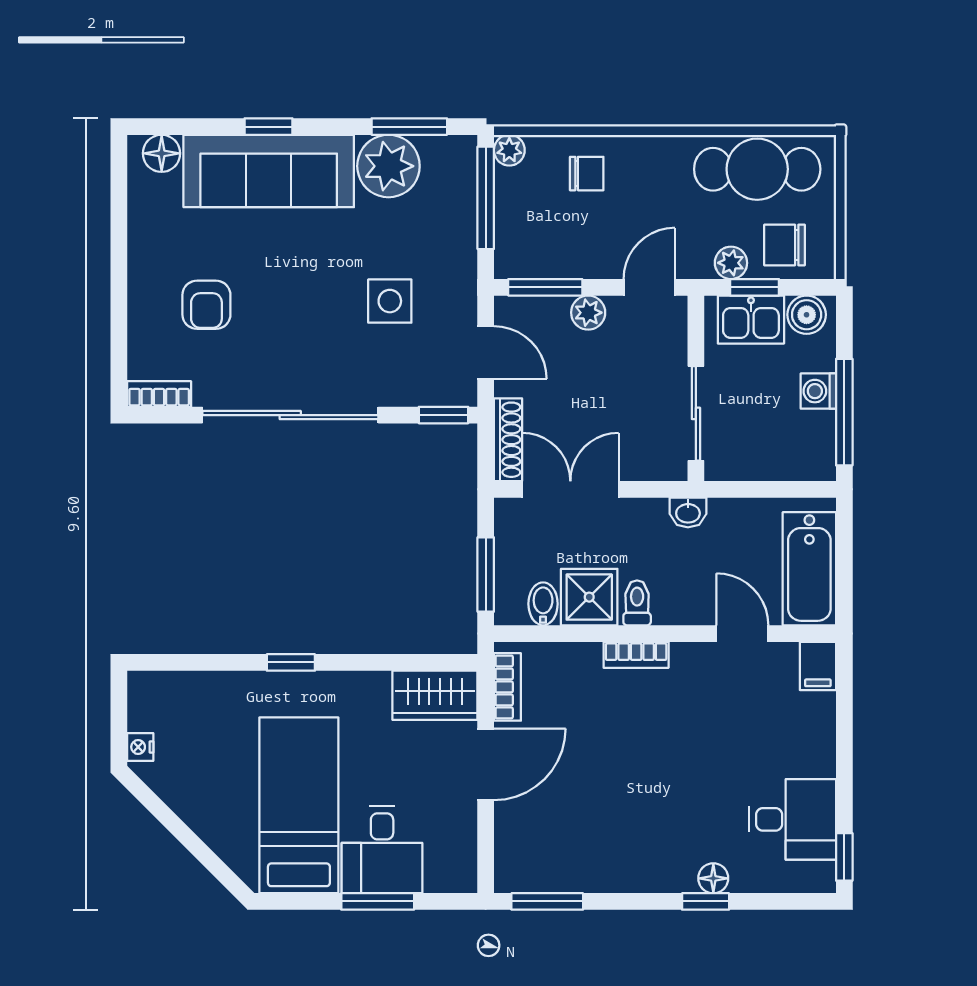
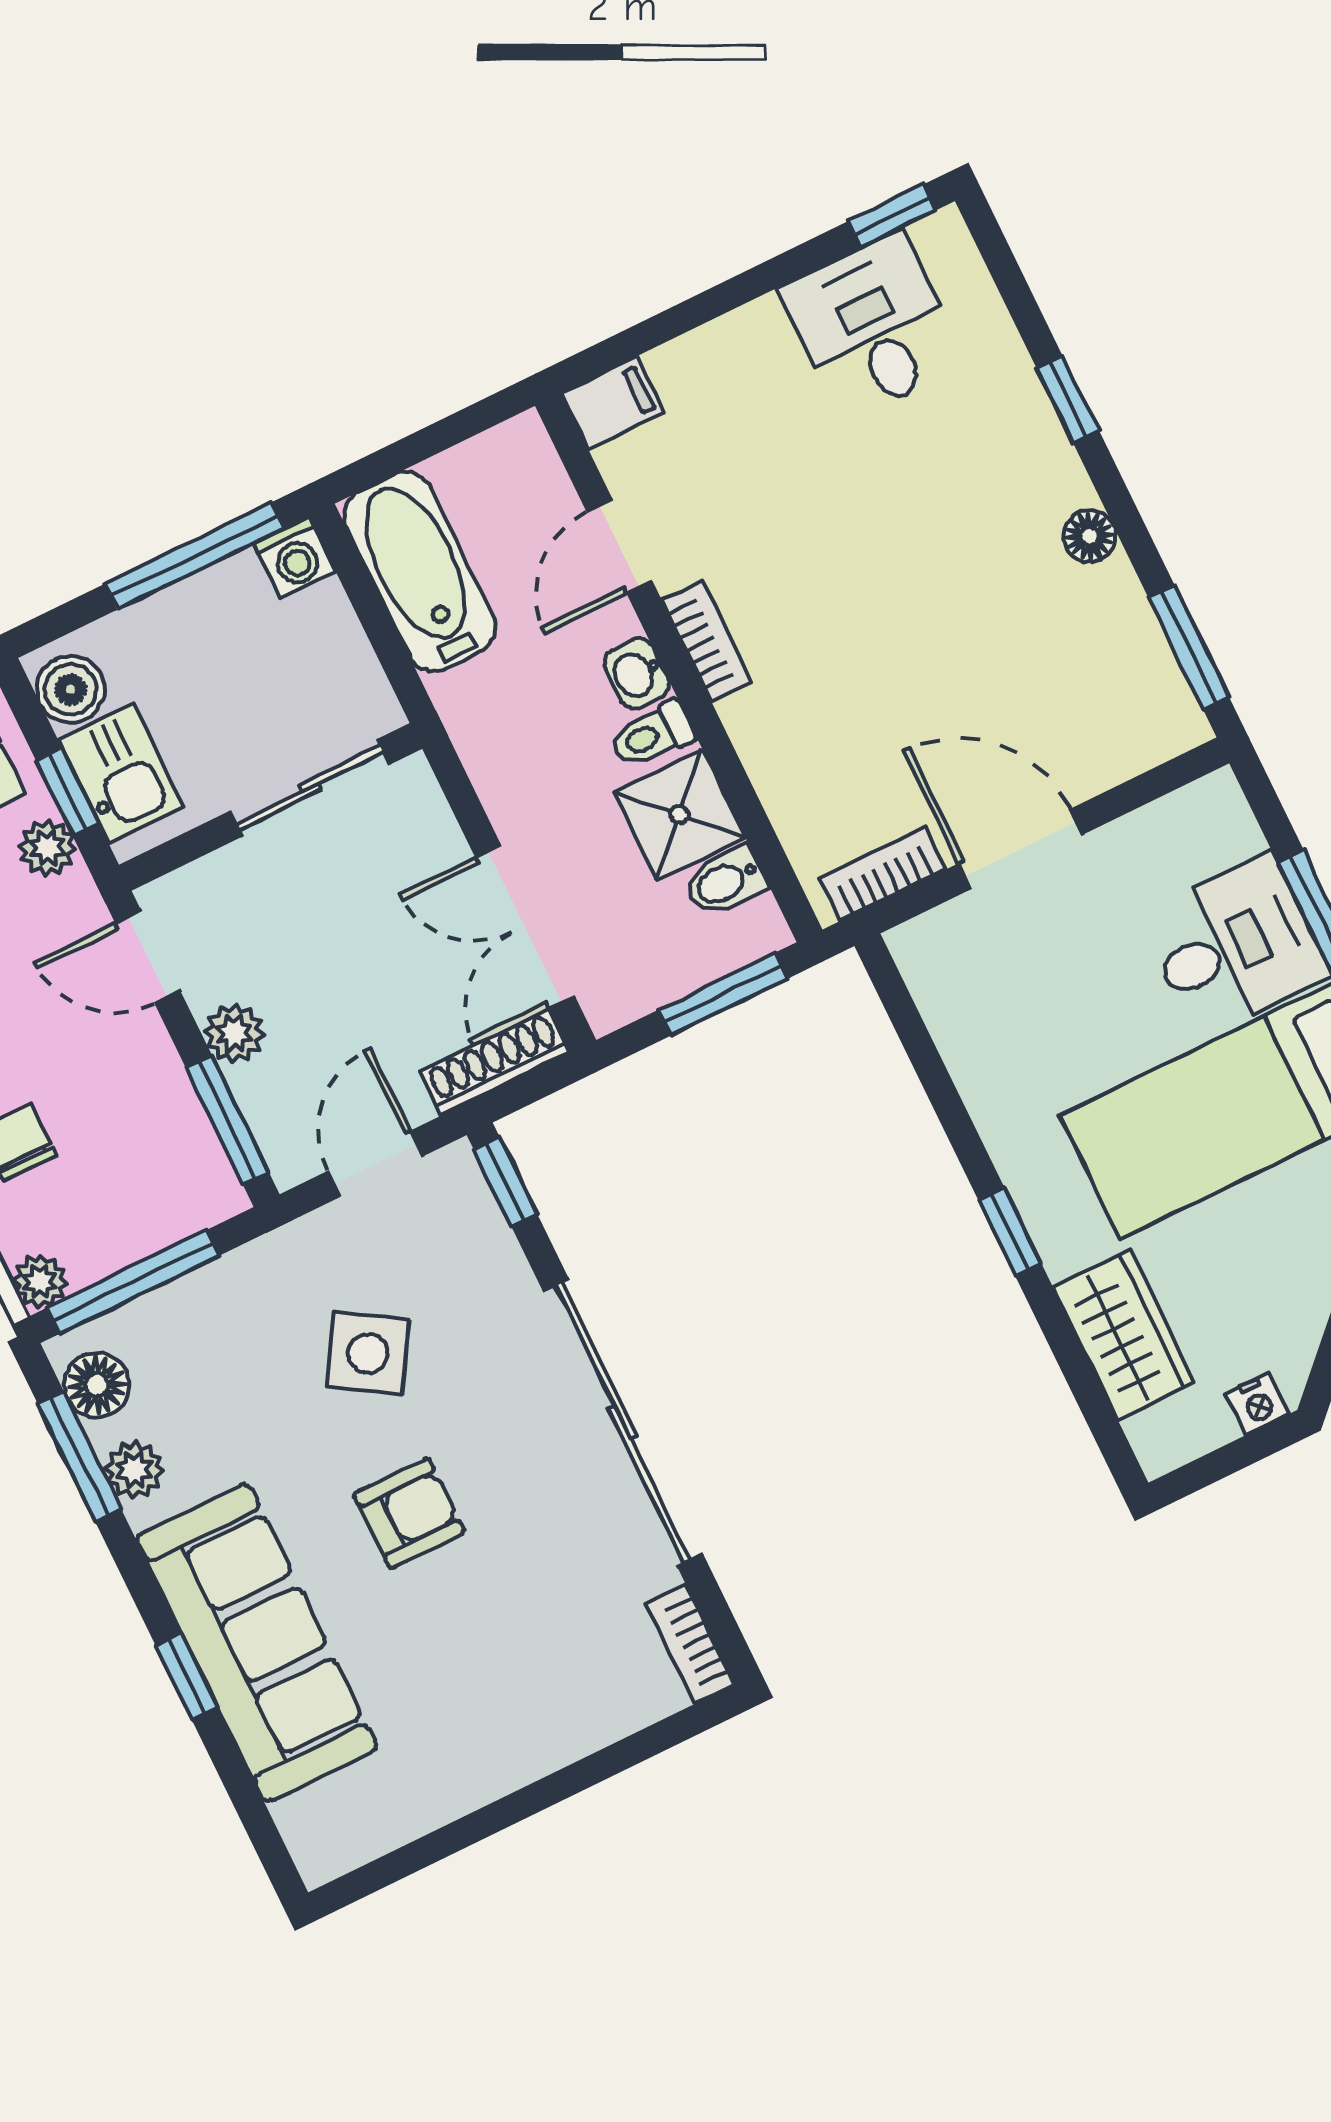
floor lamp: (162, 153) -> (97, 1385), moved
plant: (388, 166) -> (134, 1470), width x0.53, depth x0.53
side table: (390, 301) -> (368, 1353), turned 32
armchair: (206, 305) -> (409, 1513), moved
washing machine: (818, 391) -> (295, 557), moved
washbasin: (688, 512) -> (637, 674), moved, turned 180
bathtub: (809, 569) -> (420, 572), moved, turned -90
bookcase: (636, 655) -> (707, 641), moved
wardrobe: (435, 695) -> (1124, 1335), moved
floor lamp: (713, 878) -> (1089, 536), moved

